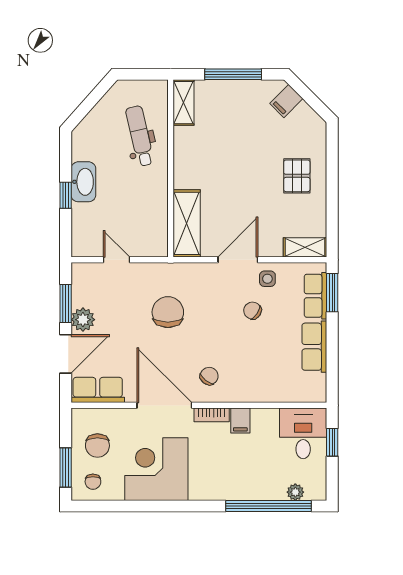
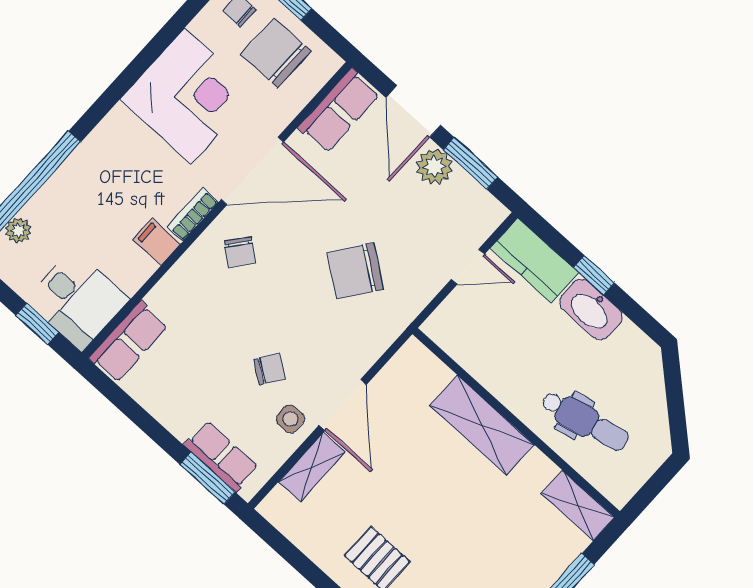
shelving: (187, 223) -> (482, 425), moved
kitchen counter: (84, 230) -> (535, 260), added
shelving: (305, 247) -> (312, 467), moved
chair: (168, 312) -> (355, 271), turned 126
row of seats: (314, 347) -> (128, 342), moved, turned 90
chair: (97, 446) -> (276, 53), width x1.37, depth x1.37

